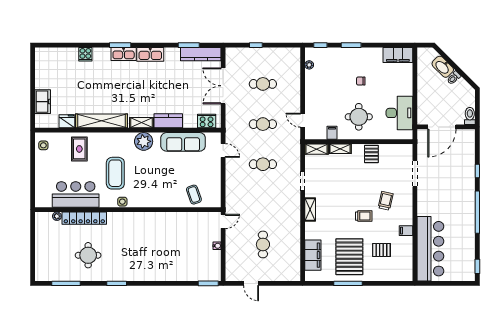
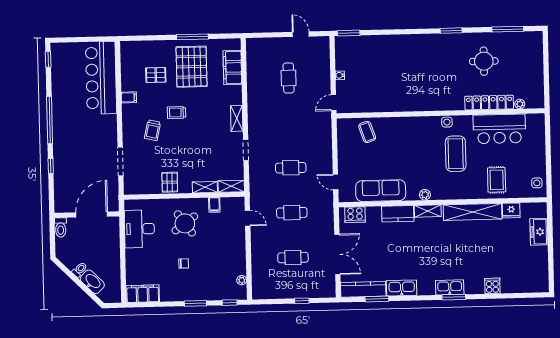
kitchen sink: (150, 54) -> (402, 288), moved
round table: (359, 117) -> (185, 223), turned -36
plant: (144, 141) -> (425, 195), width x0.53, depth x0.53

